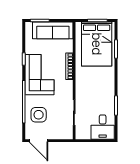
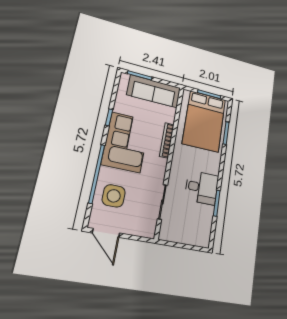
desk: (103, 127) -> (202, 188), moved, turned -90

